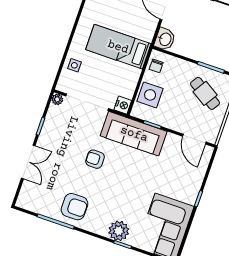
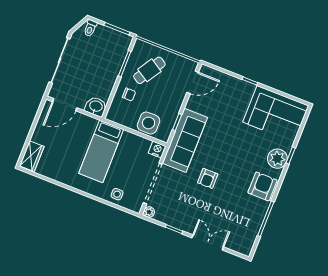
chair: (156, 66) -> (129, 95), moved
armchair: (74, 207) -> (262, 186), moved

